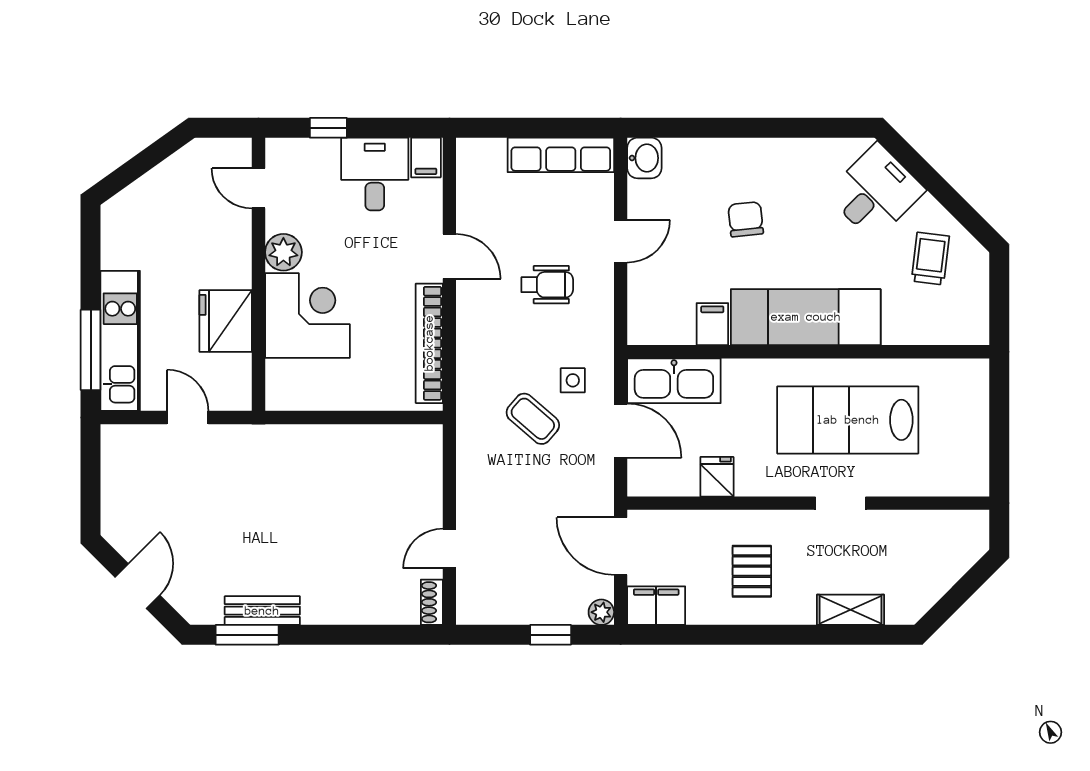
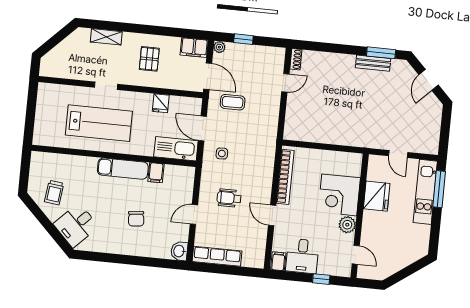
exam couch: (806, 317) -> (123, 169), width x0.73, depth x0.69
coffee table: (533, 419) -> (233, 102), moved, turned -41

